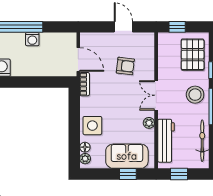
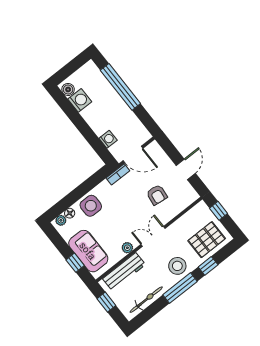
washing machine: (32, 39) -> (108, 139), moved, turned 180
door: (78, 60) -> (133, 154), hinge flipped

